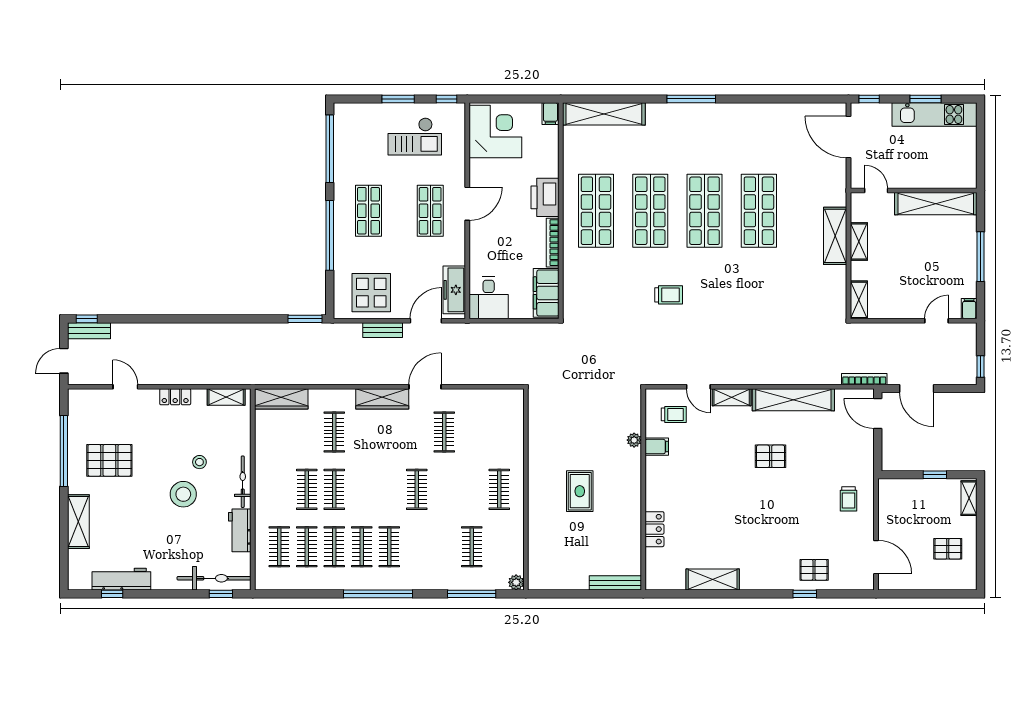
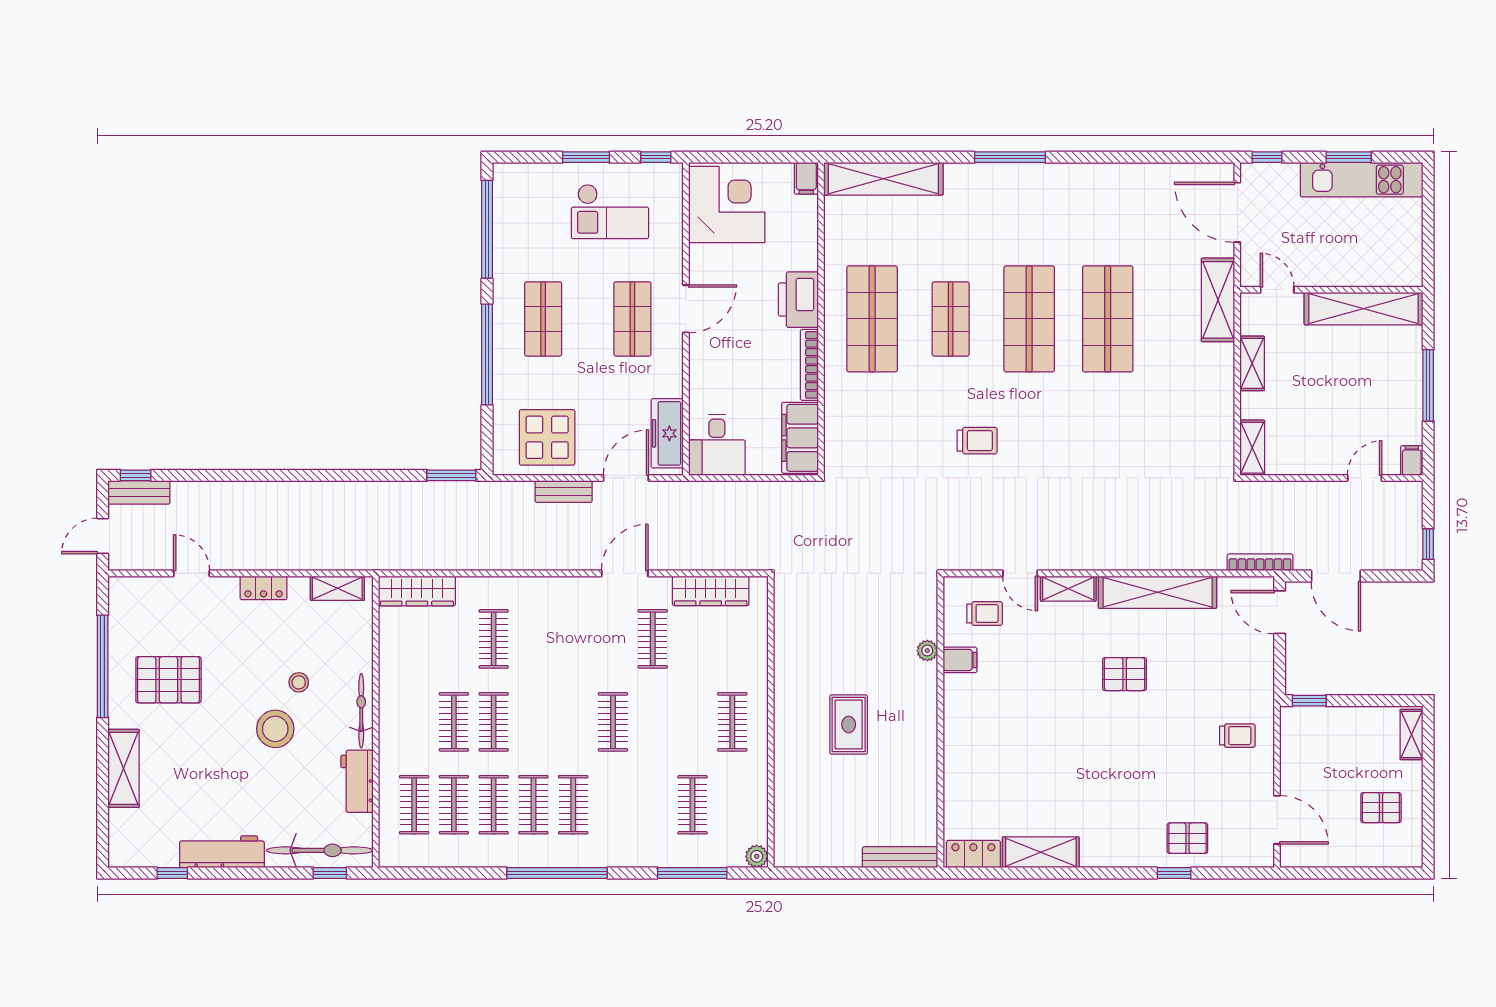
shop shelf: (650, 211) -> (951, 319), width x0.70, depth x0.74
shelving: (835, 236) -> (1218, 300), moved
wardrobe: (382, 399) -> (711, 591), moved
window: (935, 475) -> (1309, 701), moved
trolley: (849, 499) -> (1237, 736), turned -90
locker: (654, 529) -> (973, 854), moved, turned -90
workbench: (121, 579) -> (222, 852), moved

